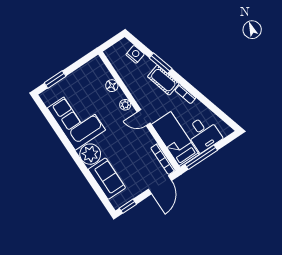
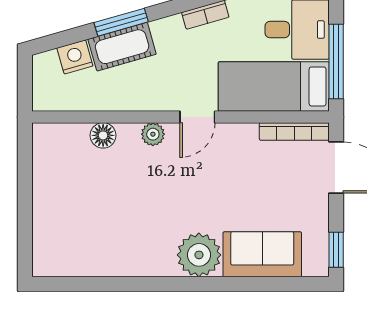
window: (55, 79) -> (25, 229), removed
cot: (163, 80) -> (122, 47), moved
corner sofa: (76, 119) -> (120, 238), removed

